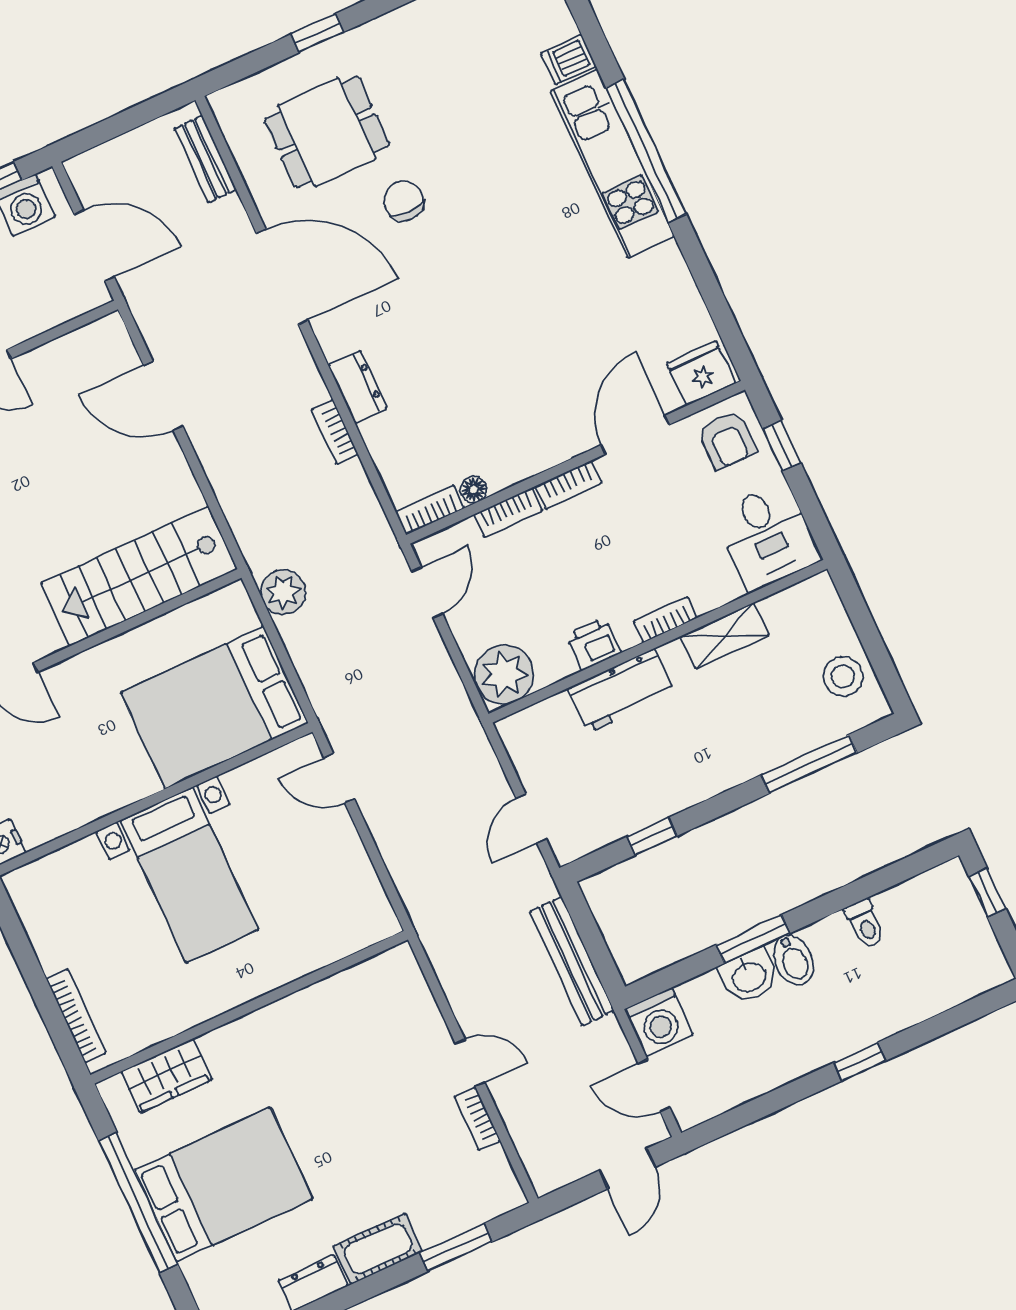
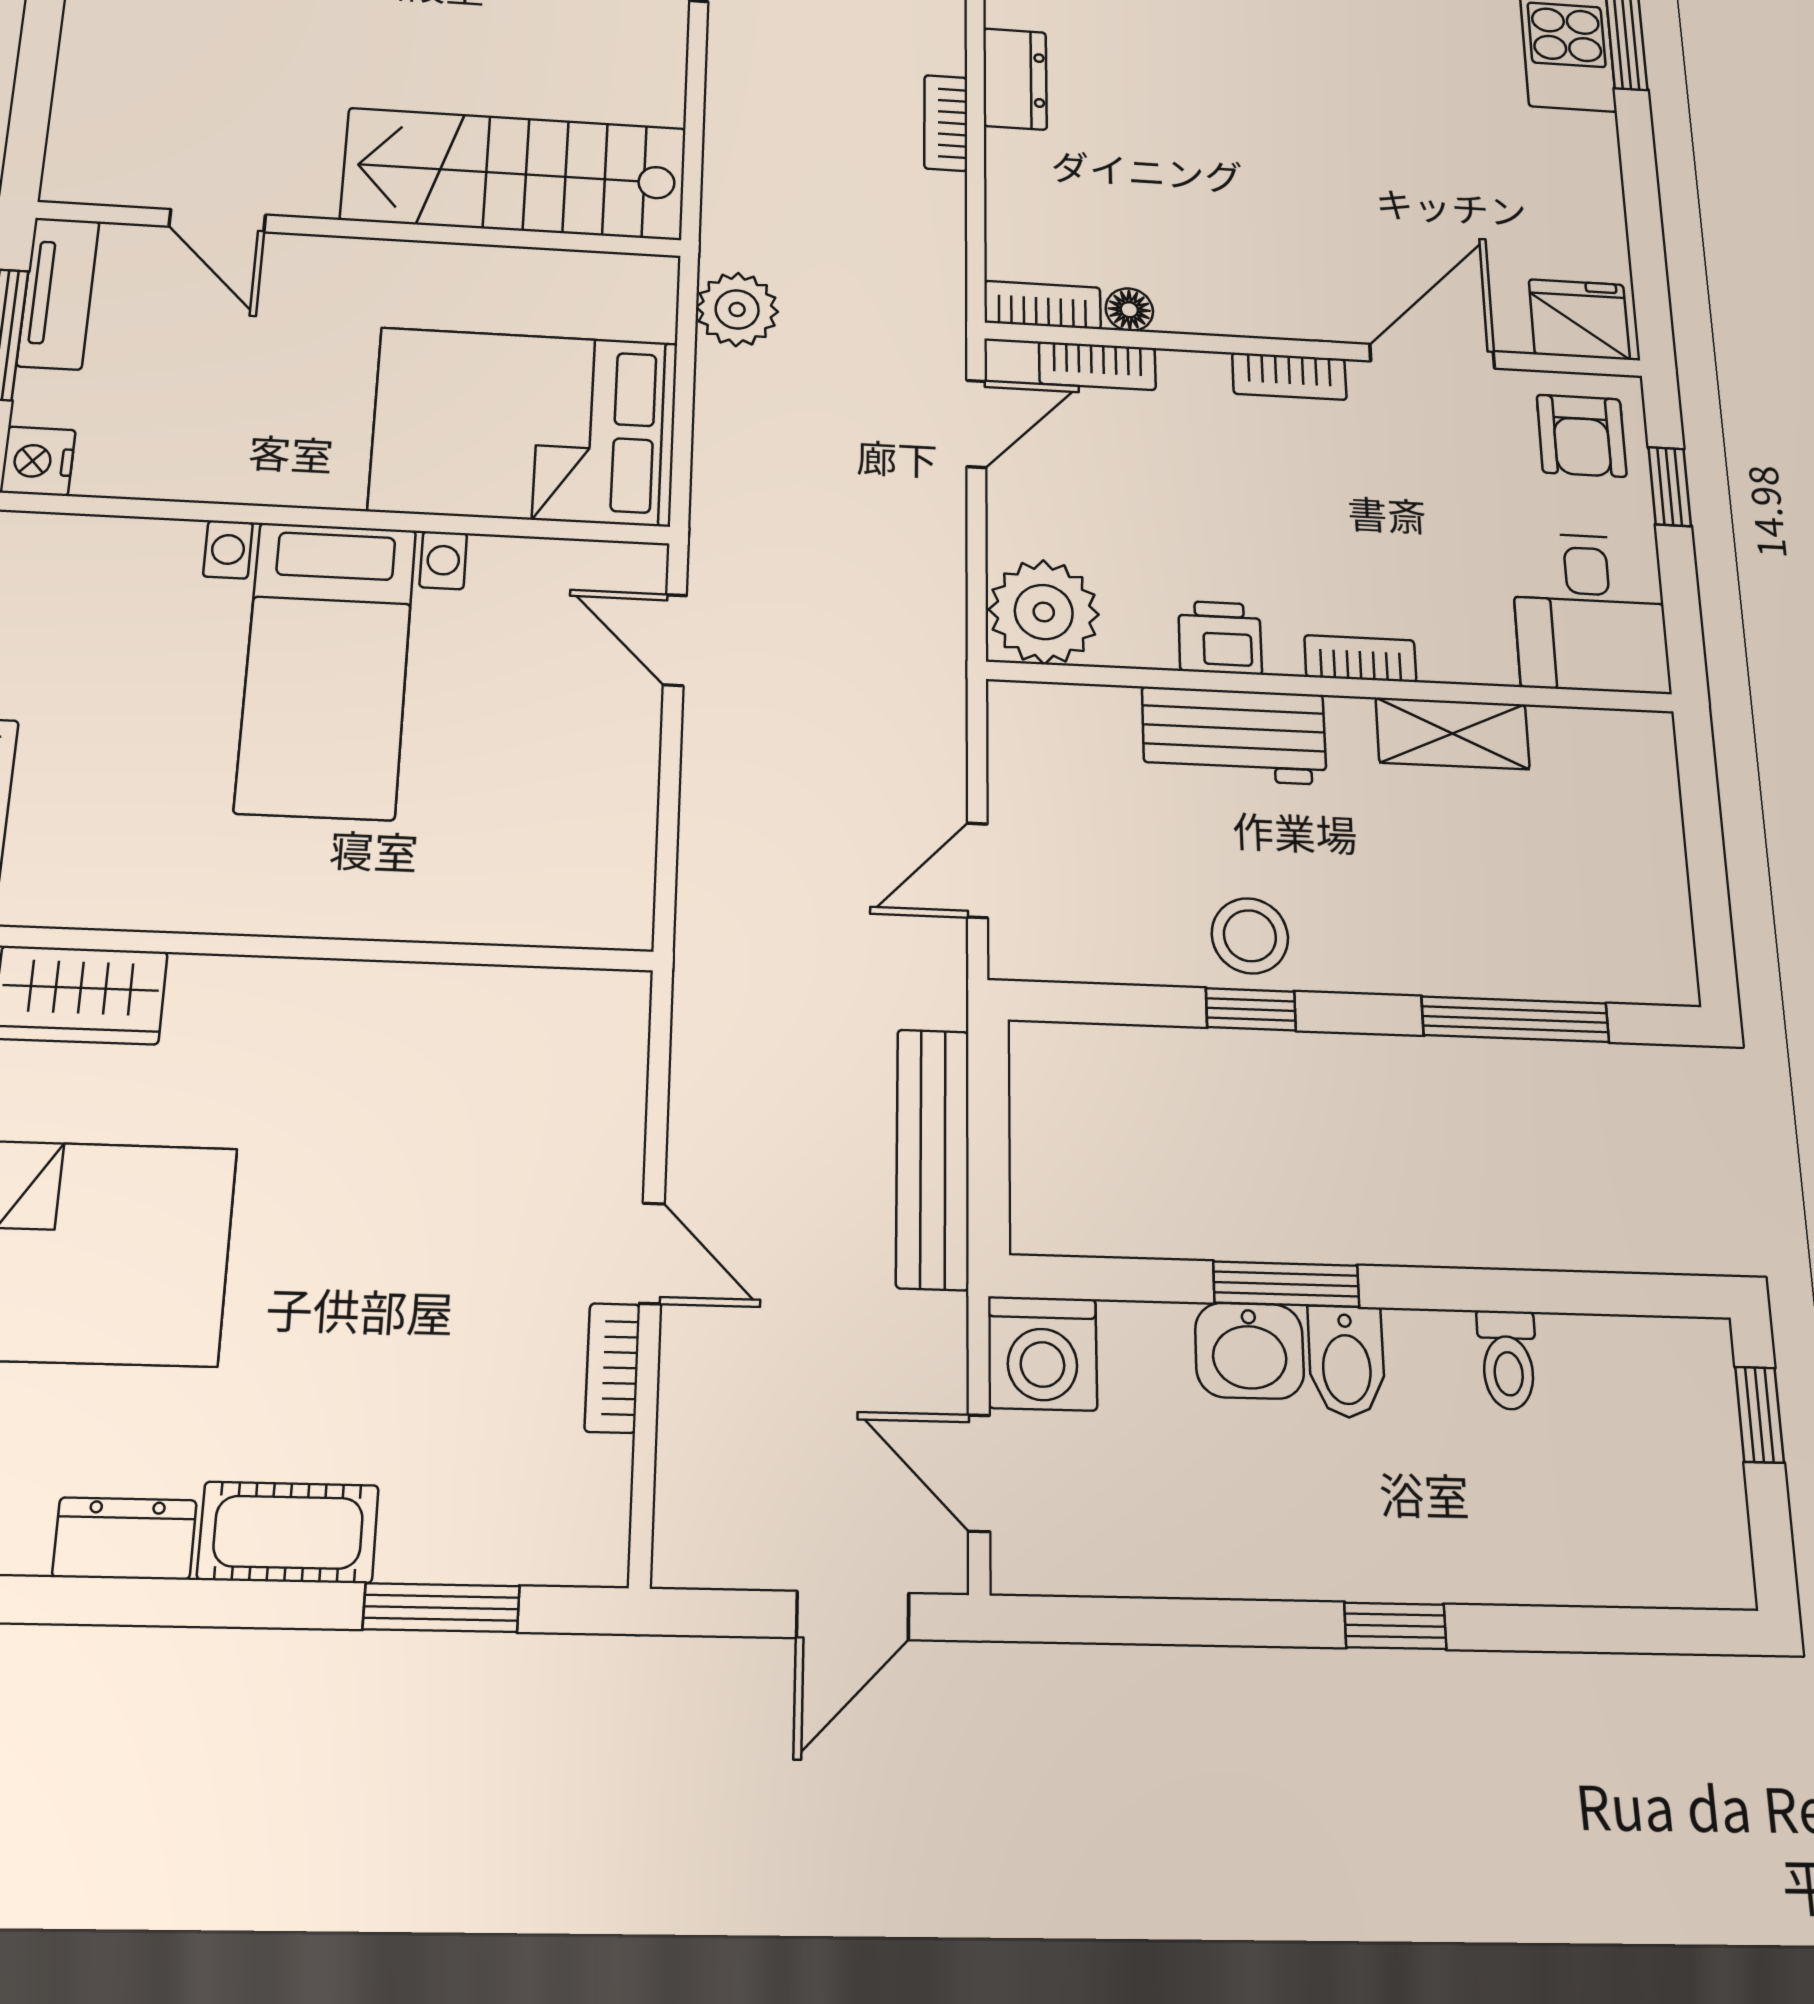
bookcase: (508, 513) -> (1097, 366), moved
stool: (843, 676) -> (1250, 936), moved
window: (652, 836) -> (1251, 1009), moved

